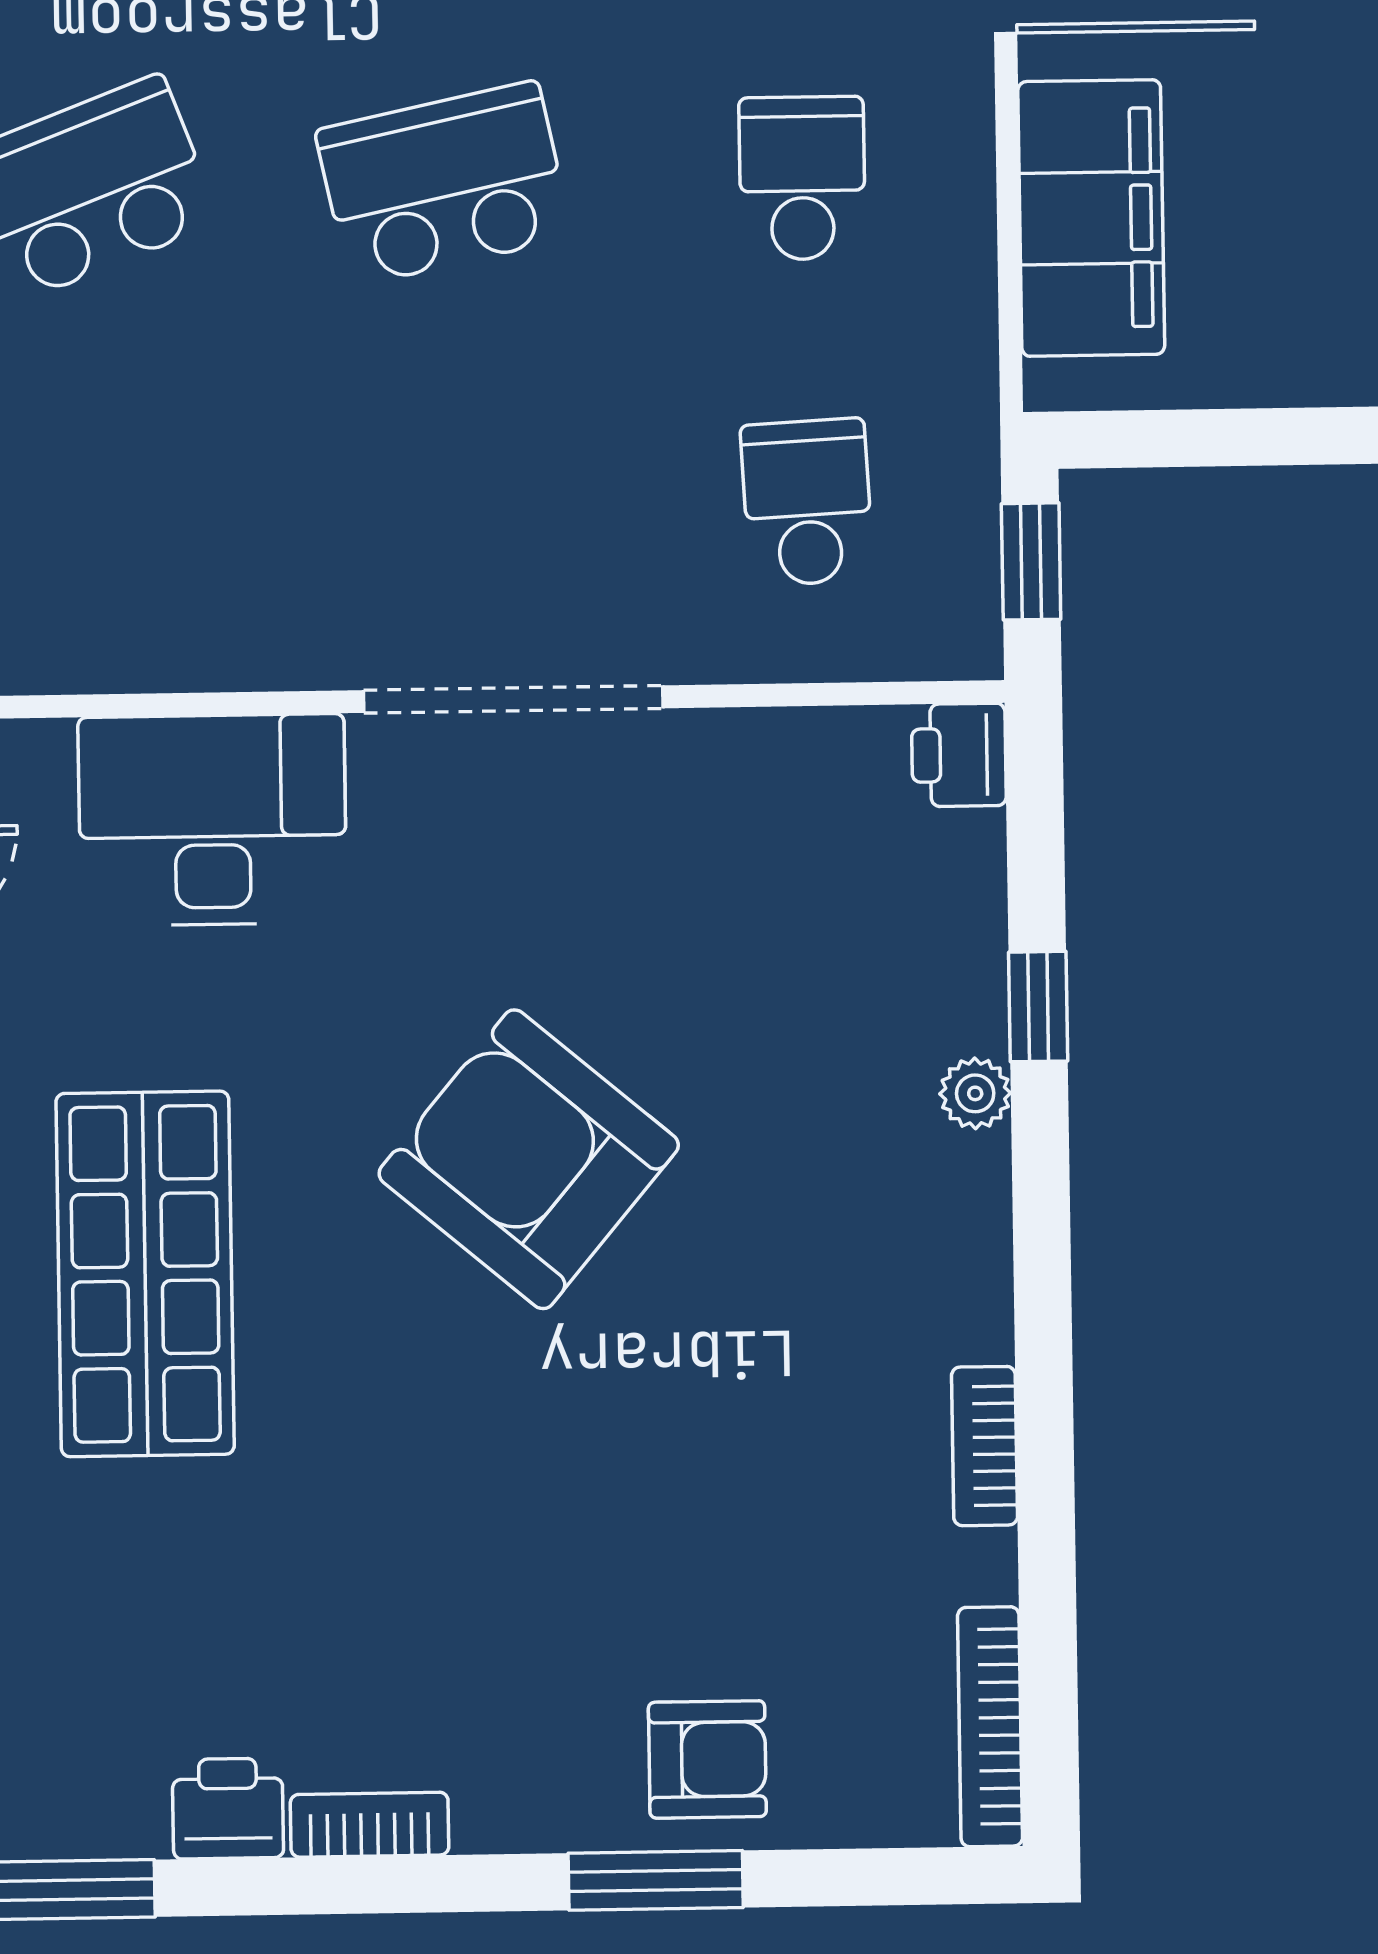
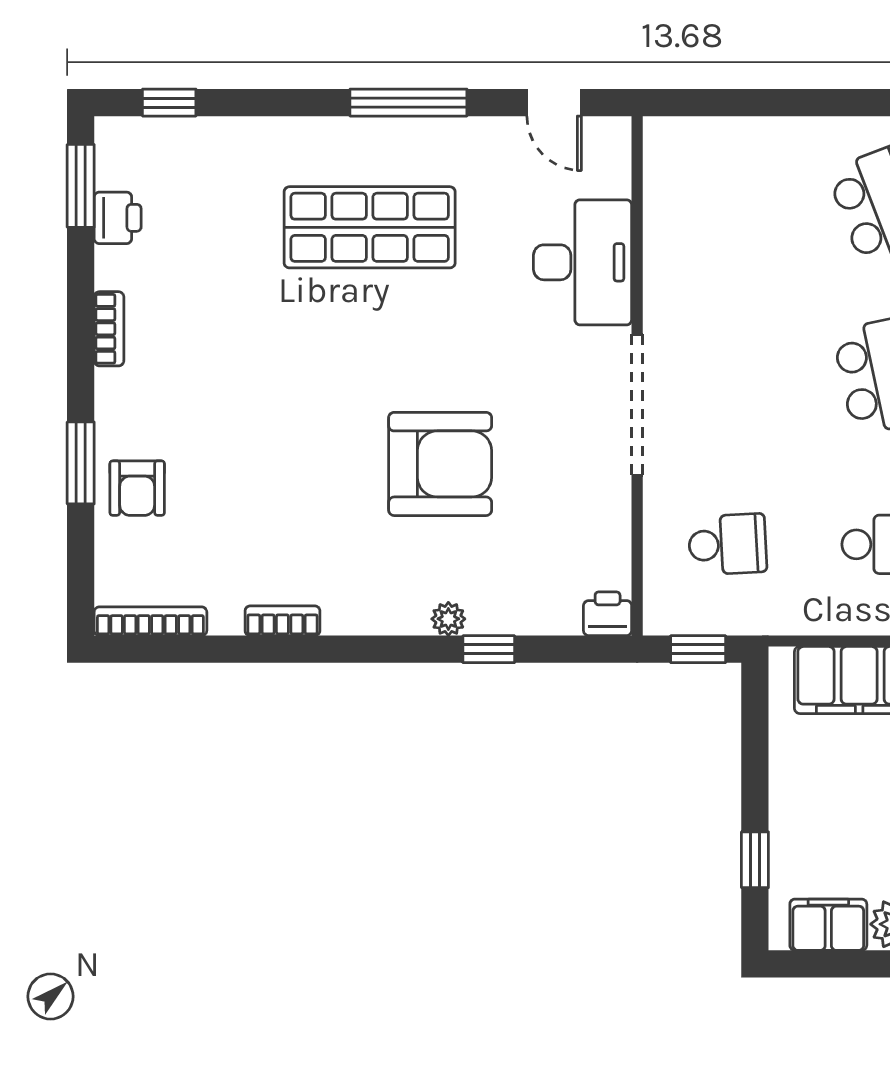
armchair: (529, 1159) -> (440, 464), moved, turned 50
printer: (228, 1809) -> (118, 218), moved

